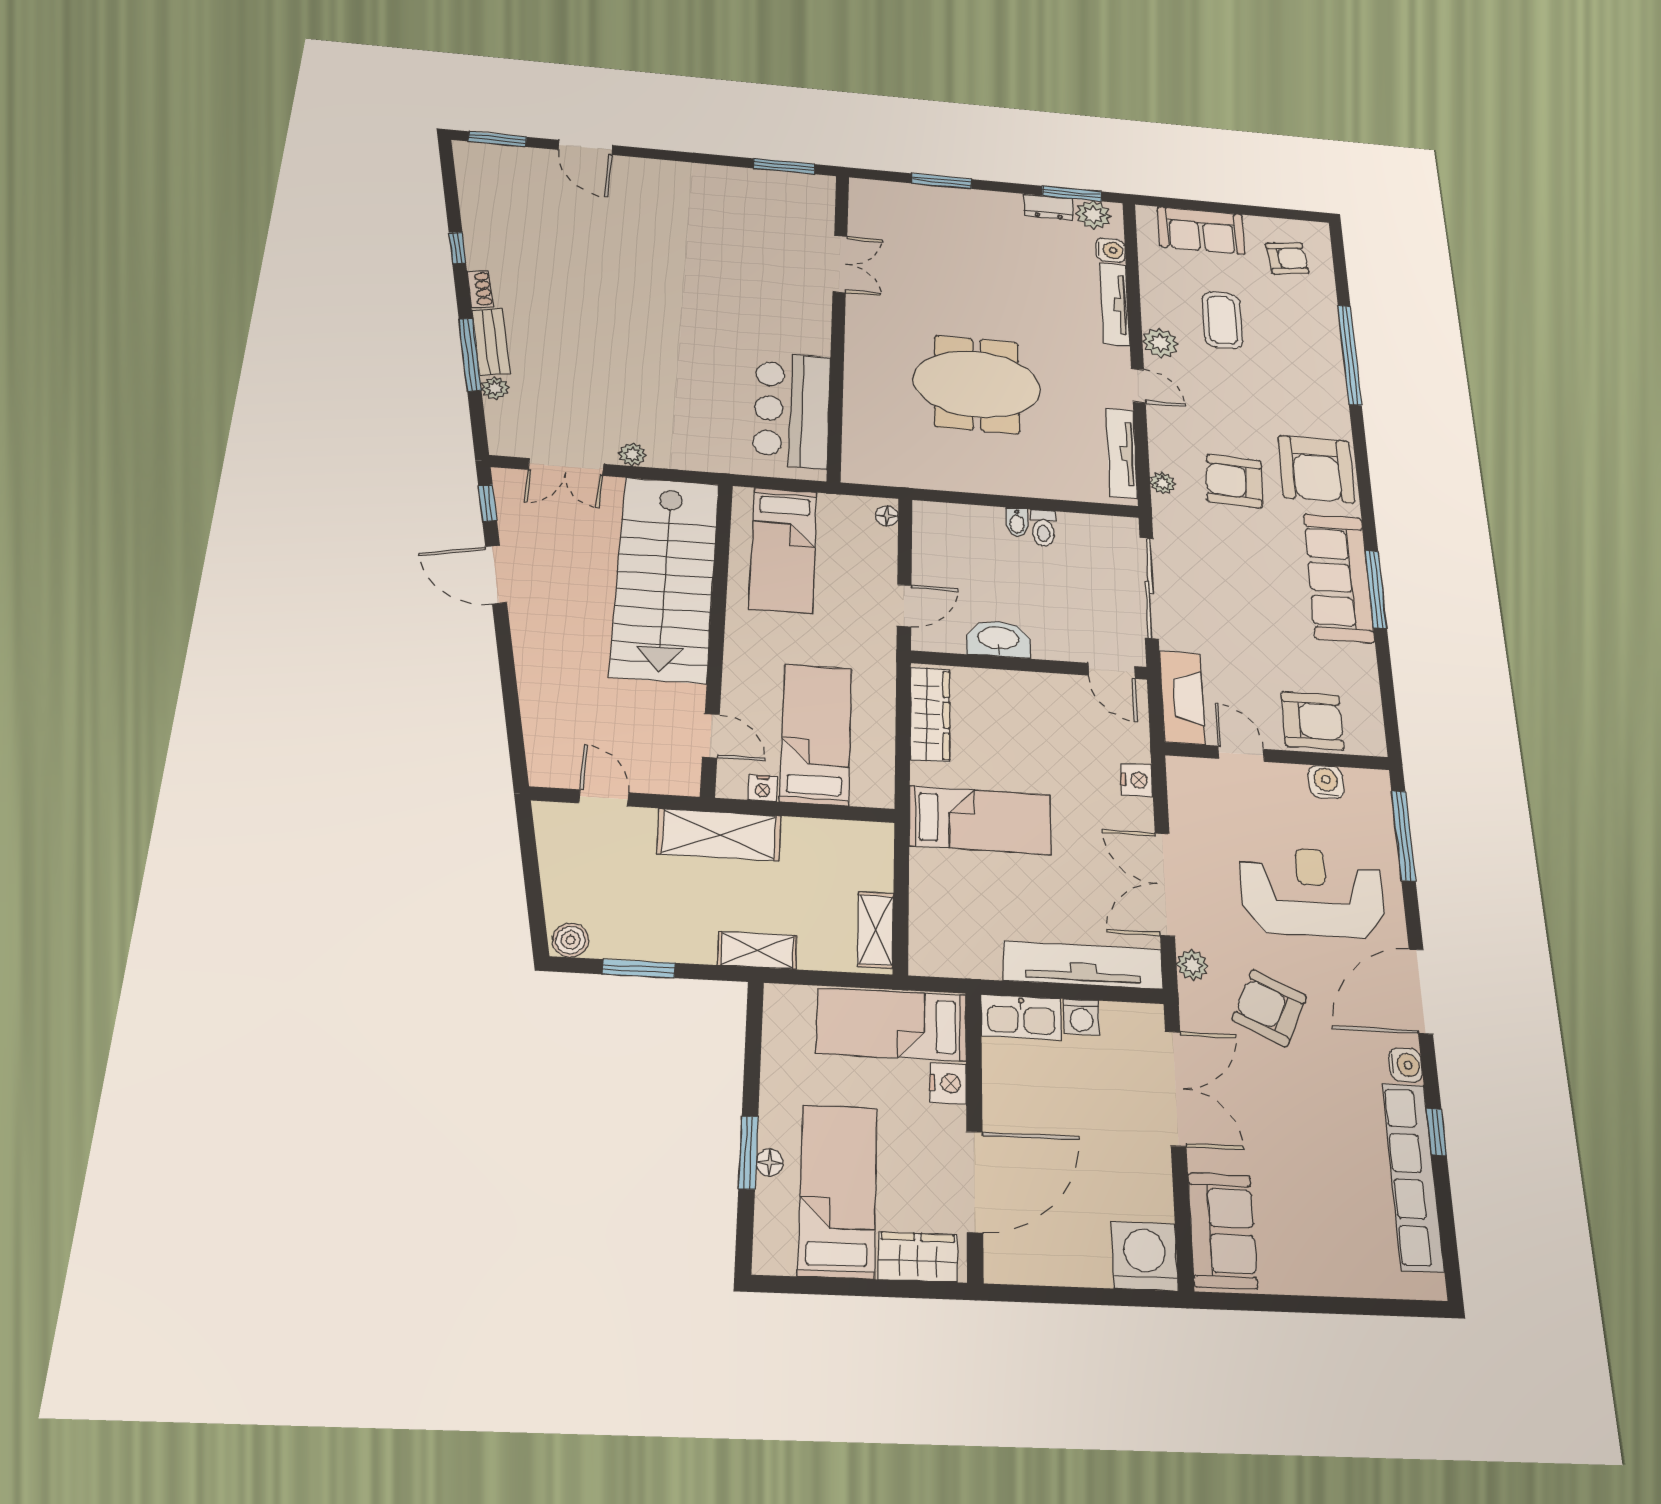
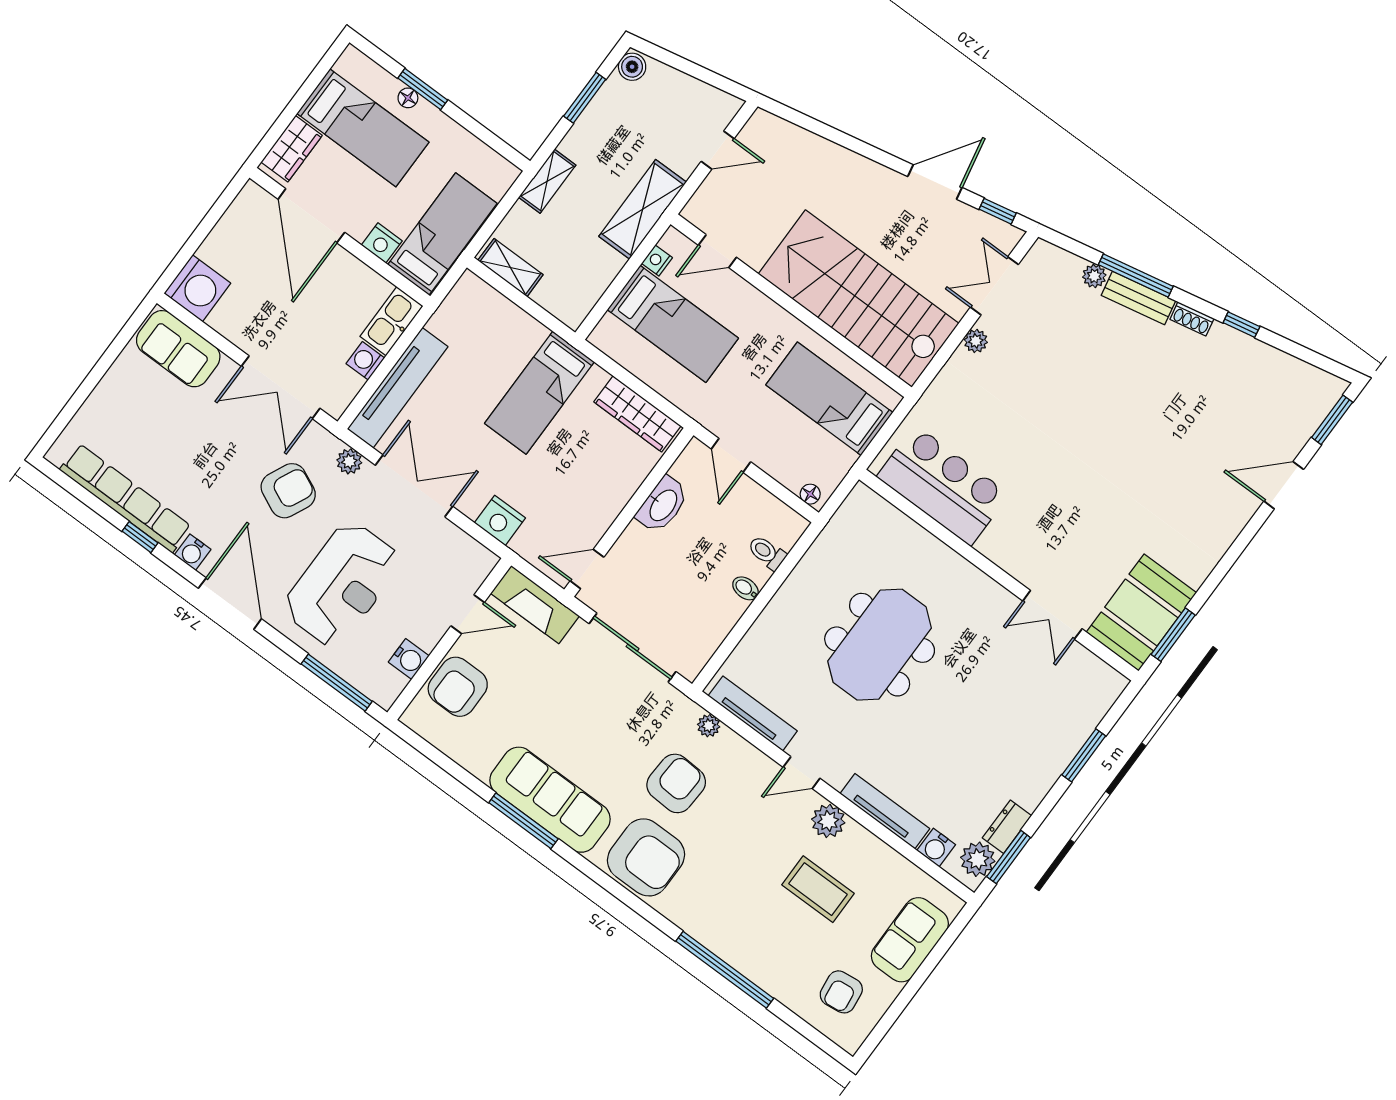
booth: (784, 199) -> (1141, 612), added
armchair: (1316, 469) -> (646, 857), turned 180
toilet: (1043, 528) -> (767, 553), moved
nightstand: (1137, 780) -> (500, 520), width x1.36, depth x1.33

